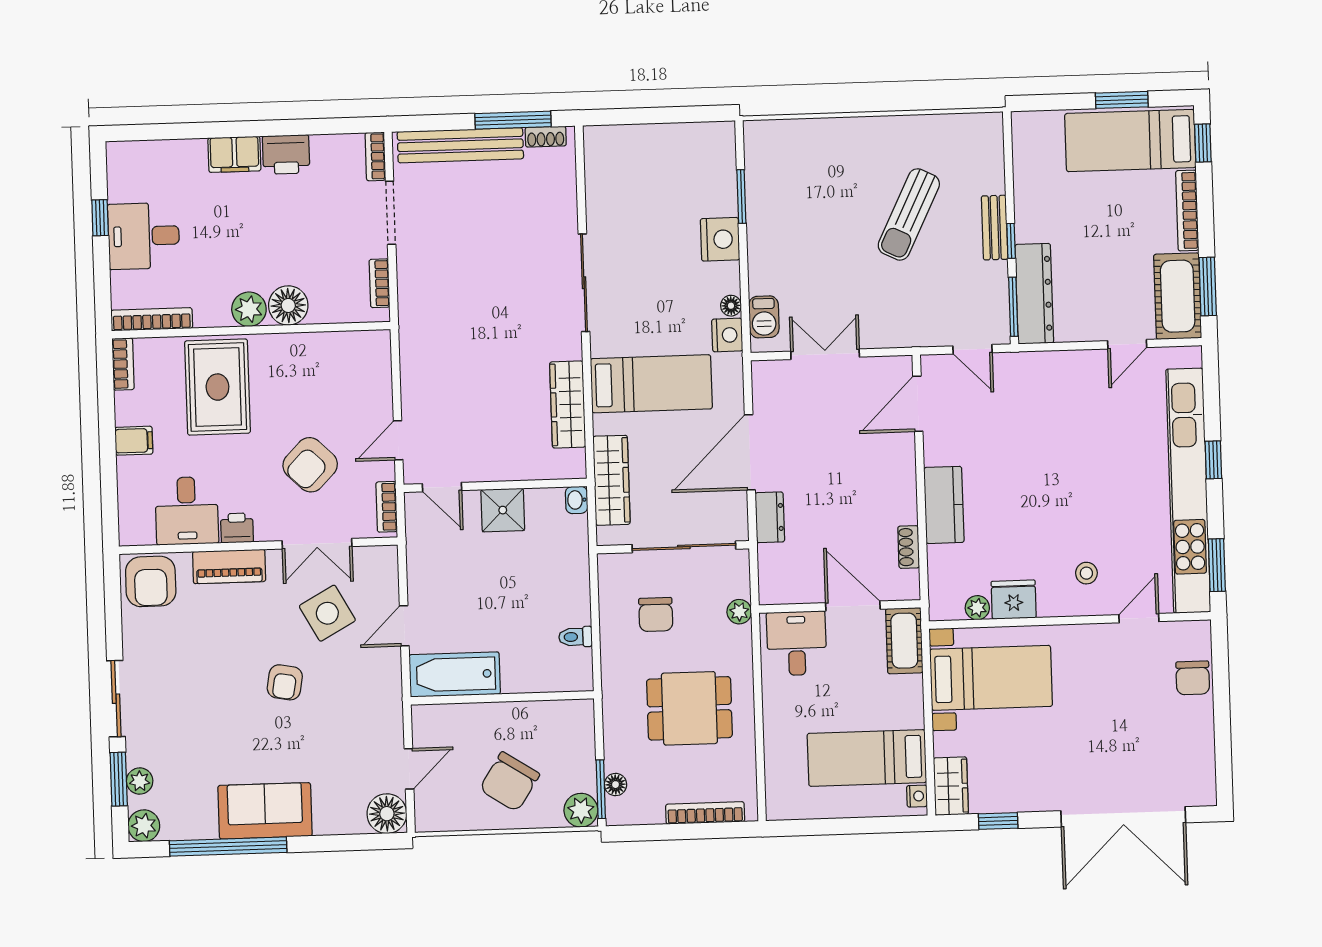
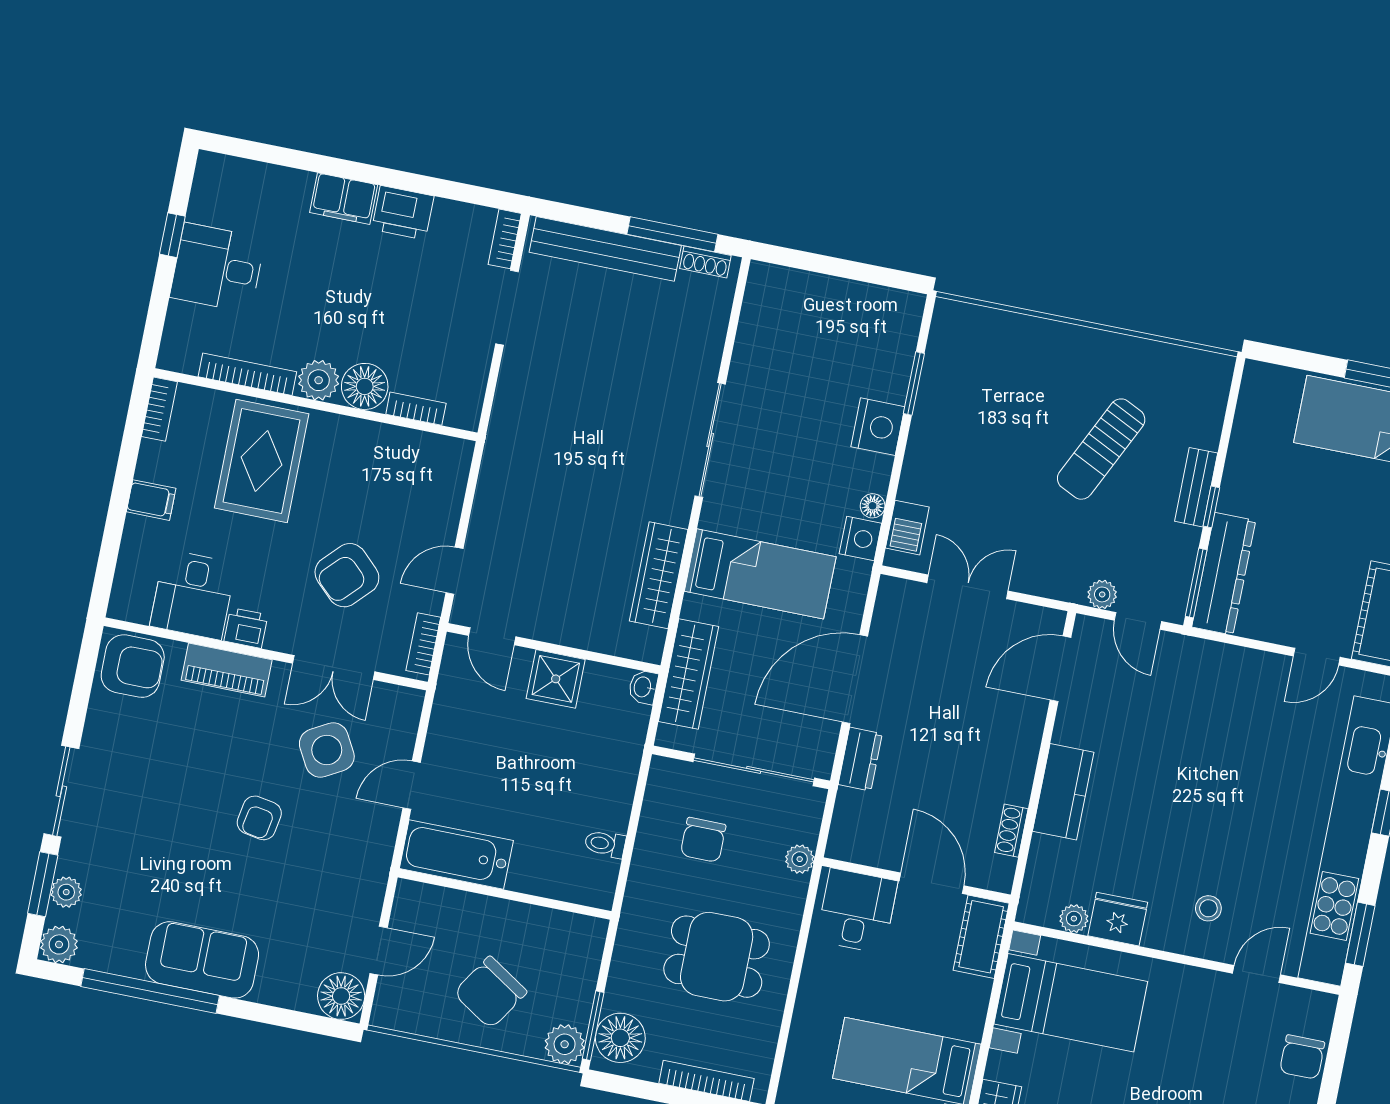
bookcase: (380, 283) -> (416, 409), moved, turned 90
bookcase: (152, 319) -> (247, 374), moved
plant: (938, 334) -> (1102, 594), added
armchair: (151, 581) -> (133, 666), turned -90
floor lamp: (615, 785) -> (620, 1038), width x1.89, depth x1.89

